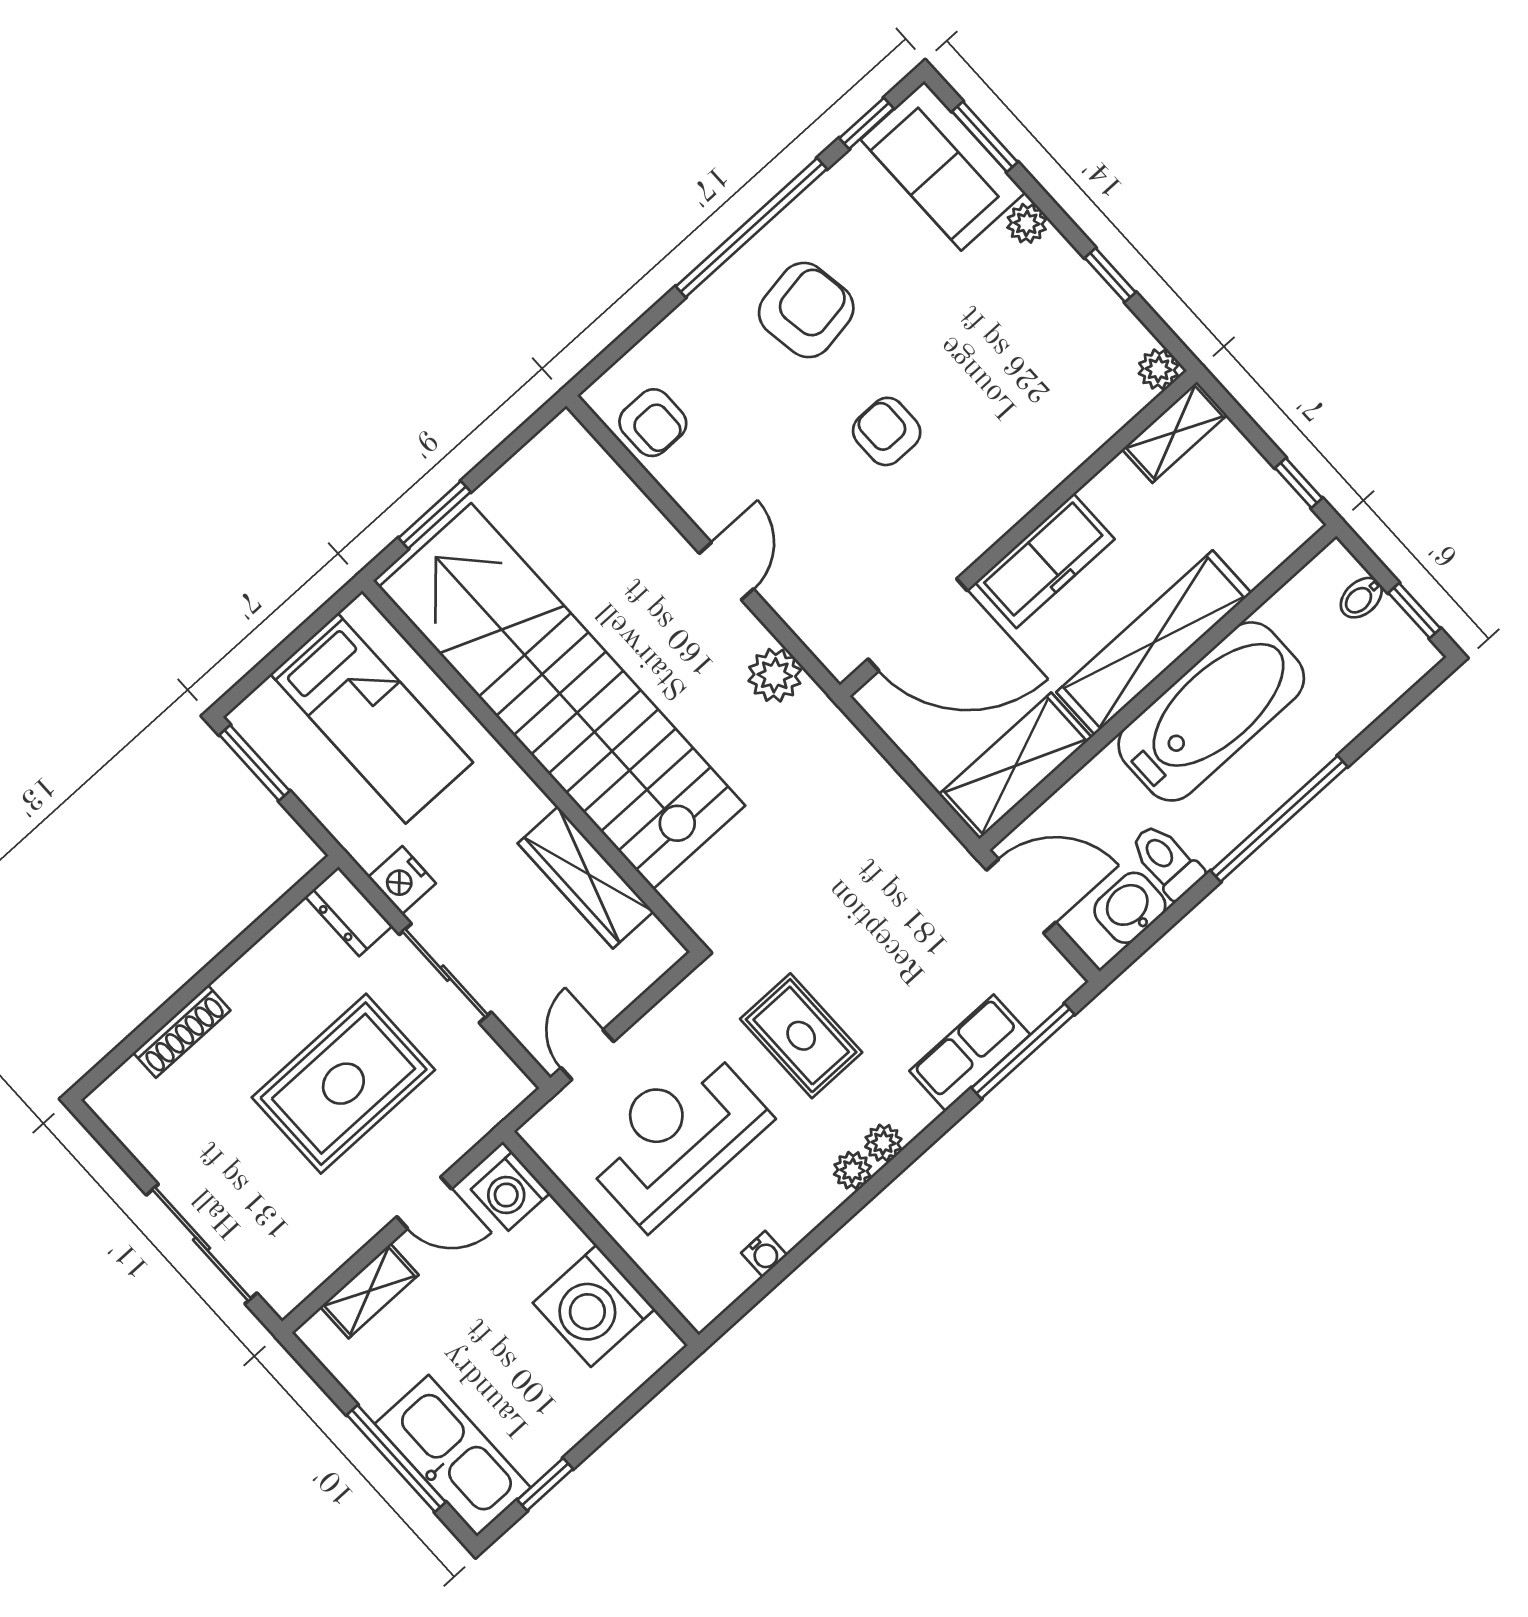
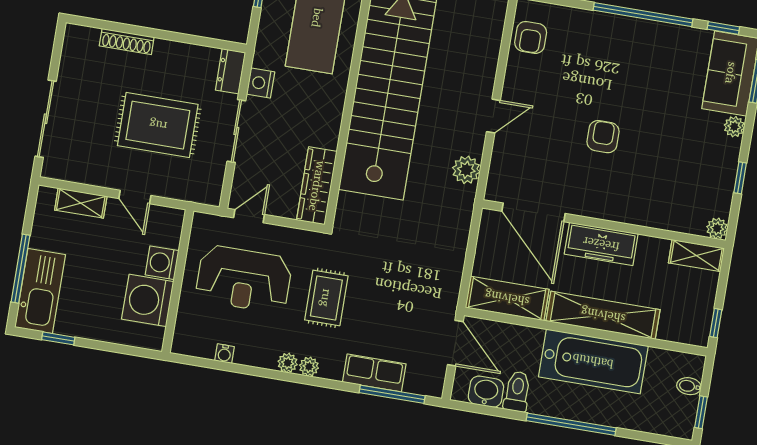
armchair: (806, 310) -> (627, 64), removed
wardrobe: (586, 877) -> (317, 186), moved
reception desk: (675, 1137) -> (244, 279), turned 180
washing machine: (510, 1191) -> (162, 263), moved

